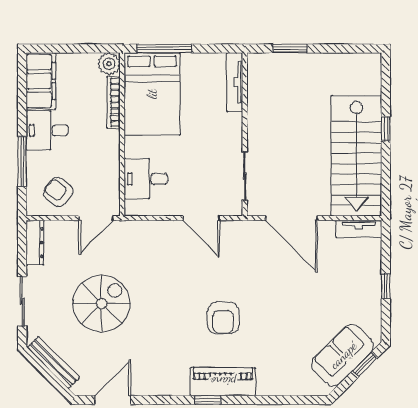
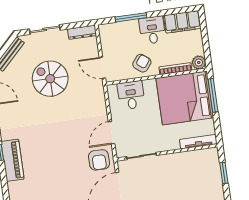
bed: (152, 94) -> (185, 98), width x1.36
armchair: (58, 192) -> (142, 63), moved
spiral stairs: (102, 304) -> (50, 79), turned 180
armchair: (223, 318) -> (99, 160), moved, turned -90

